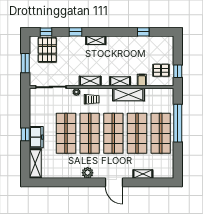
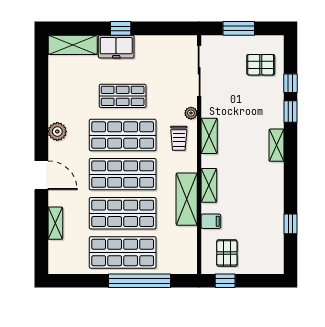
window: (46, 32) -> (290, 83), moved
pallet: (47, 50) -> (261, 65), width x0.67, depth x0.71
shop shelf: (66, 133) -> (123, 96), width x0.70, depth x0.74
door: (114, 182) -> (41, 175), swing flipped

